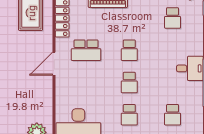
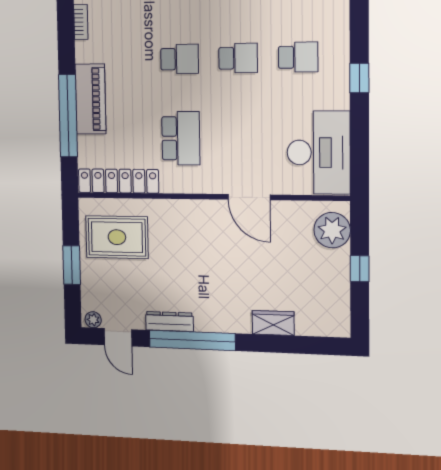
door: (54, 64) -> (249, 197), moved

